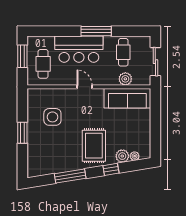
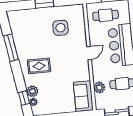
sofa: (127, 98) -> (83, 96), width x0.73
rug: (94, 146) -> (39, 66), width x0.73, depth x0.70
window: (111, 169) -> (24, 98), moved

